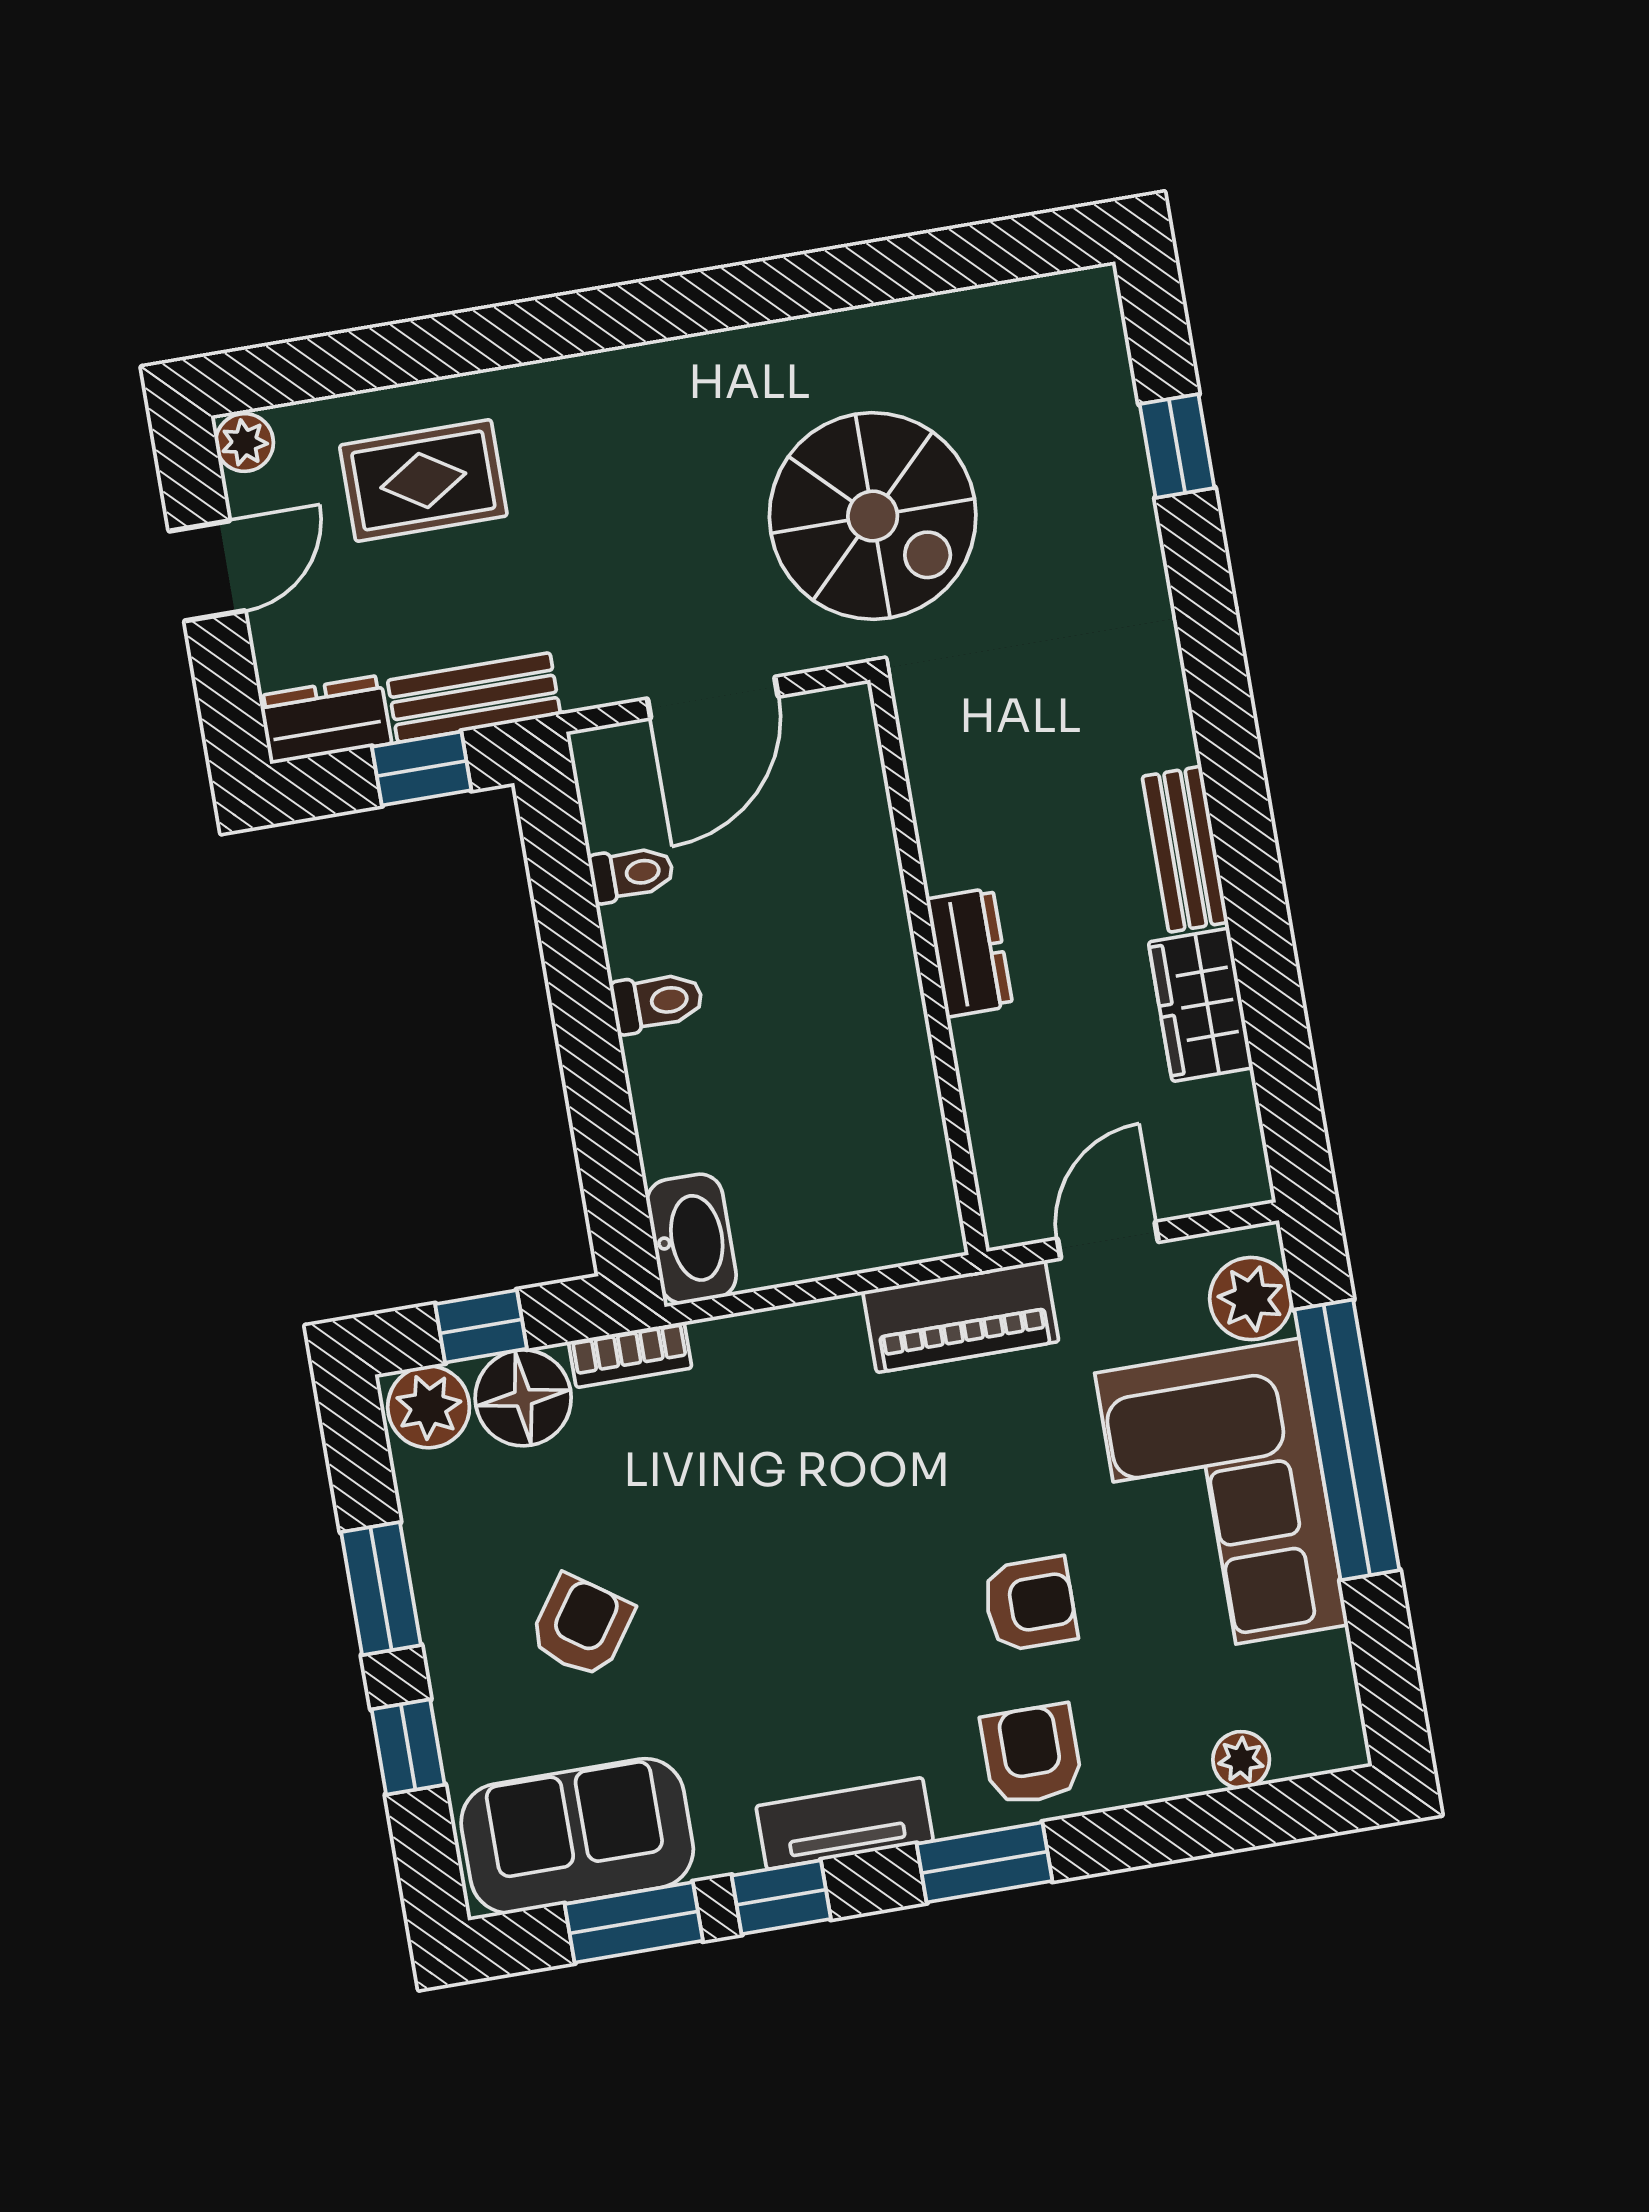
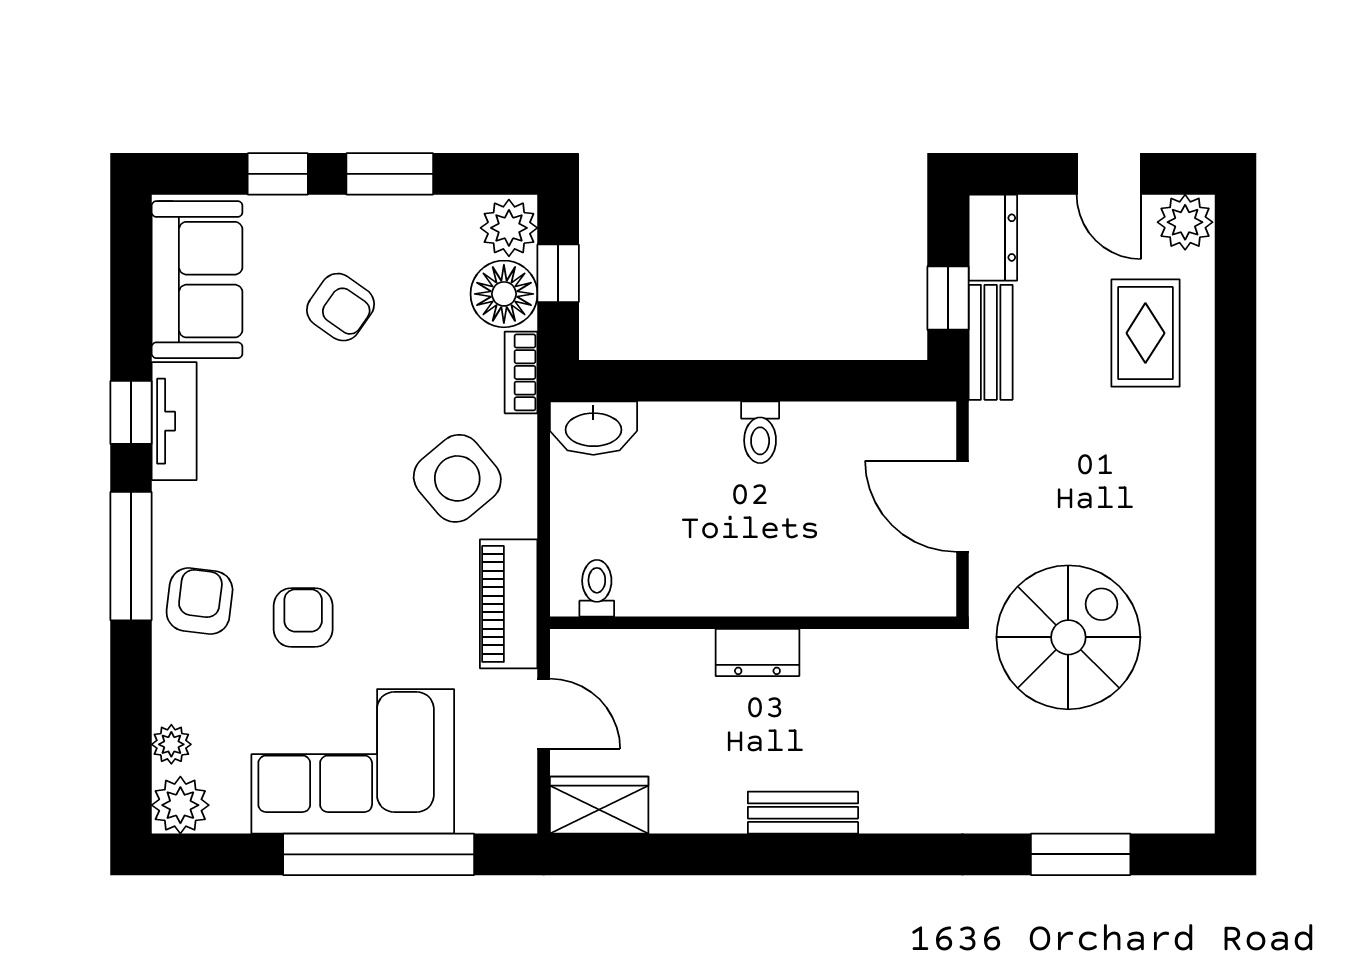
plant: (244, 442) -> (1185, 222), width x1.38, depth x1.38
window: (1177, 446) -> (1081, 854), width x1.50
spiral stairs: (873, 516) -> (1068, 637), turned 180
toilet: (631, 874) -> (597, 588), moved, turned 180
wardrobe: (1201, 1005) -> (599, 805), moved
plant: (1251, 1299) -> (180, 805), moved
side table: (796, 1419) -> (457, 478), added
armchair: (1030, 1604) -> (303, 618), turned 180
armchair: (1032, 1755) -> (200, 601), turned -83
tv unit: (845, 1823) -> (174, 421), moved
window: (985, 1862) -> (131, 556), width x1.44
window: (634, 1922) -> (131, 308), removed

